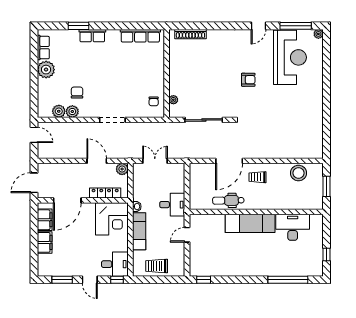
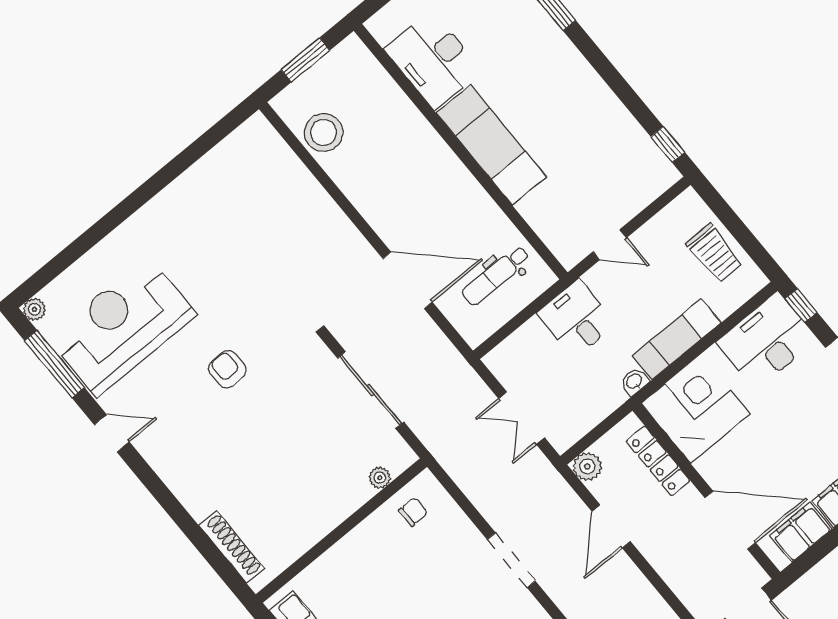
trolley: (257, 177) -> (394, 202), removed
dental chair: (228, 200) -> (496, 275), moved, turned 91
desk: (115, 264) -> (767, 341), width x1.37

